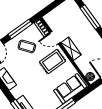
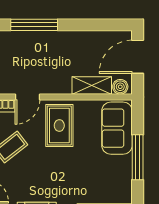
shelving: (71, 49) -> (92, 85), moved

